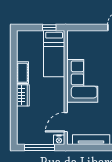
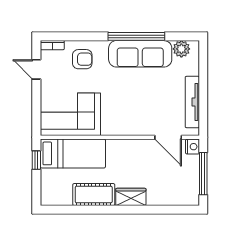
cot: (22, 73) -> (94, 195), width x1.37, depth x1.34
corner sofa: (82, 81) -> (70, 114), moved

